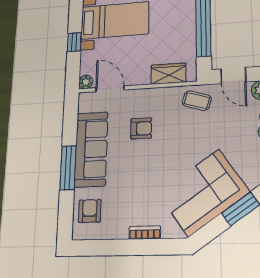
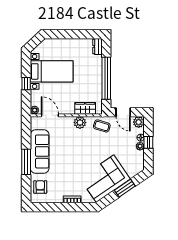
plant: (159, 97) -> (80, 123), added
armchair: (141, 128) -> (69, 141), removed

